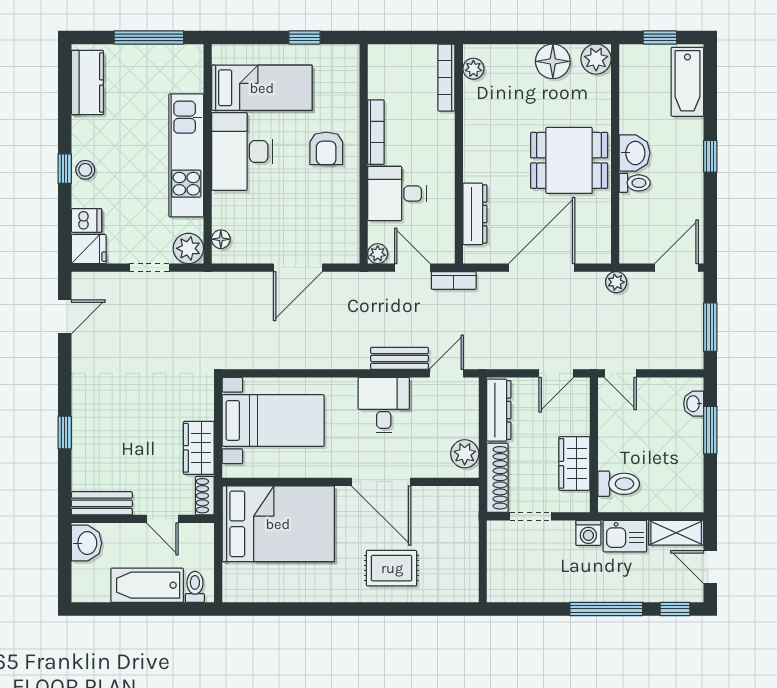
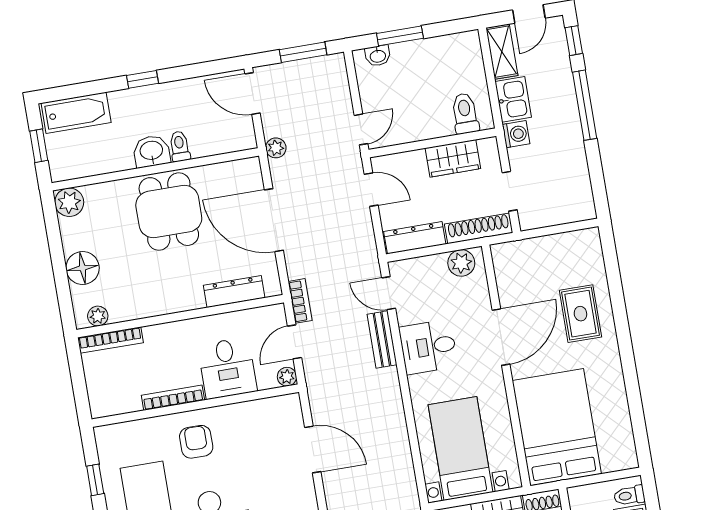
floor lamp: (553, 61) -> (83, 268), moved
armchair: (326, 148) -> (196, 442), turned -90

